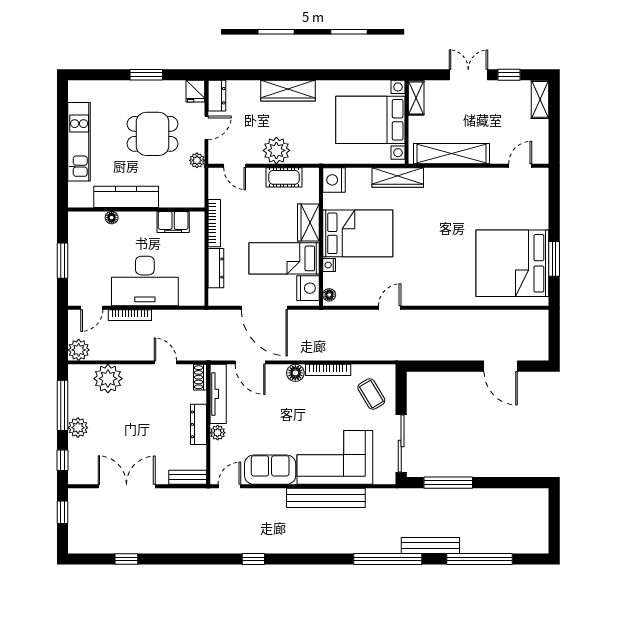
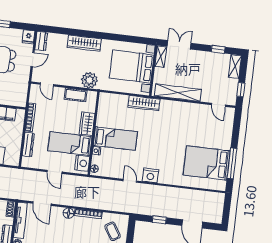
double door: (468, 75) -> (179, 45), moved
window: (554, 136) -> (241, 90), added
plant: (276, 150) -> (89, 80), moved
plant: (197, 160) -> (25, 78), removed
door: (520, 166) -> (218, 105), swing flipped
nightstand: (334, 180) -> (150, 175), moved, turned -90
bed: (358, 233) -> (115, 139), width x0.67
window: (554, 259) -> (232, 163), width x1.44
bed: (512, 263) -> (207, 163), width x0.73
door: (264, 308) -> (54, 172), width x0.53
door: (390, 308) -> (130, 181), hinge flipped
window: (446, 366) -> (159, 220), added

